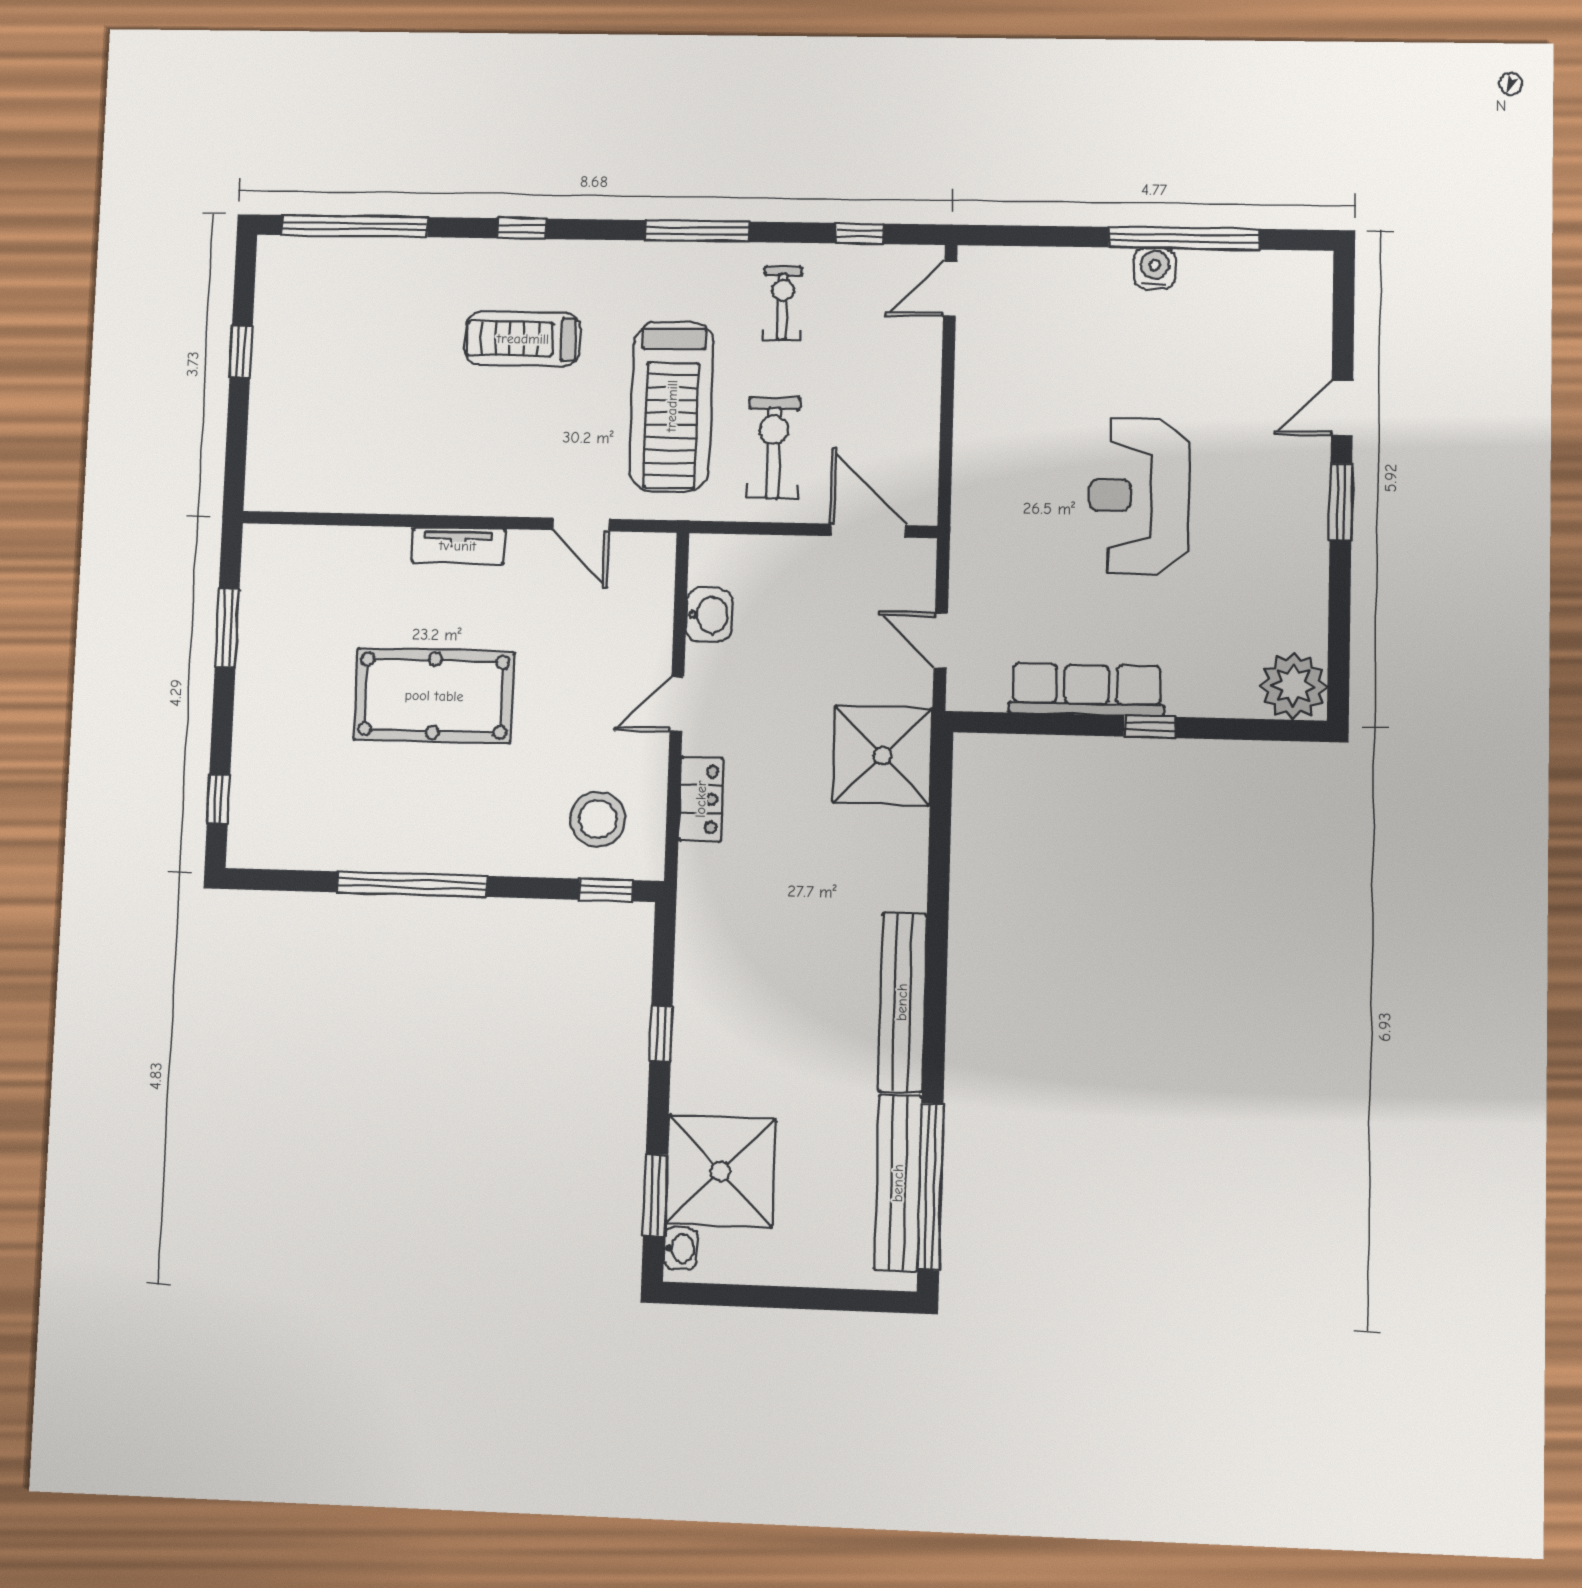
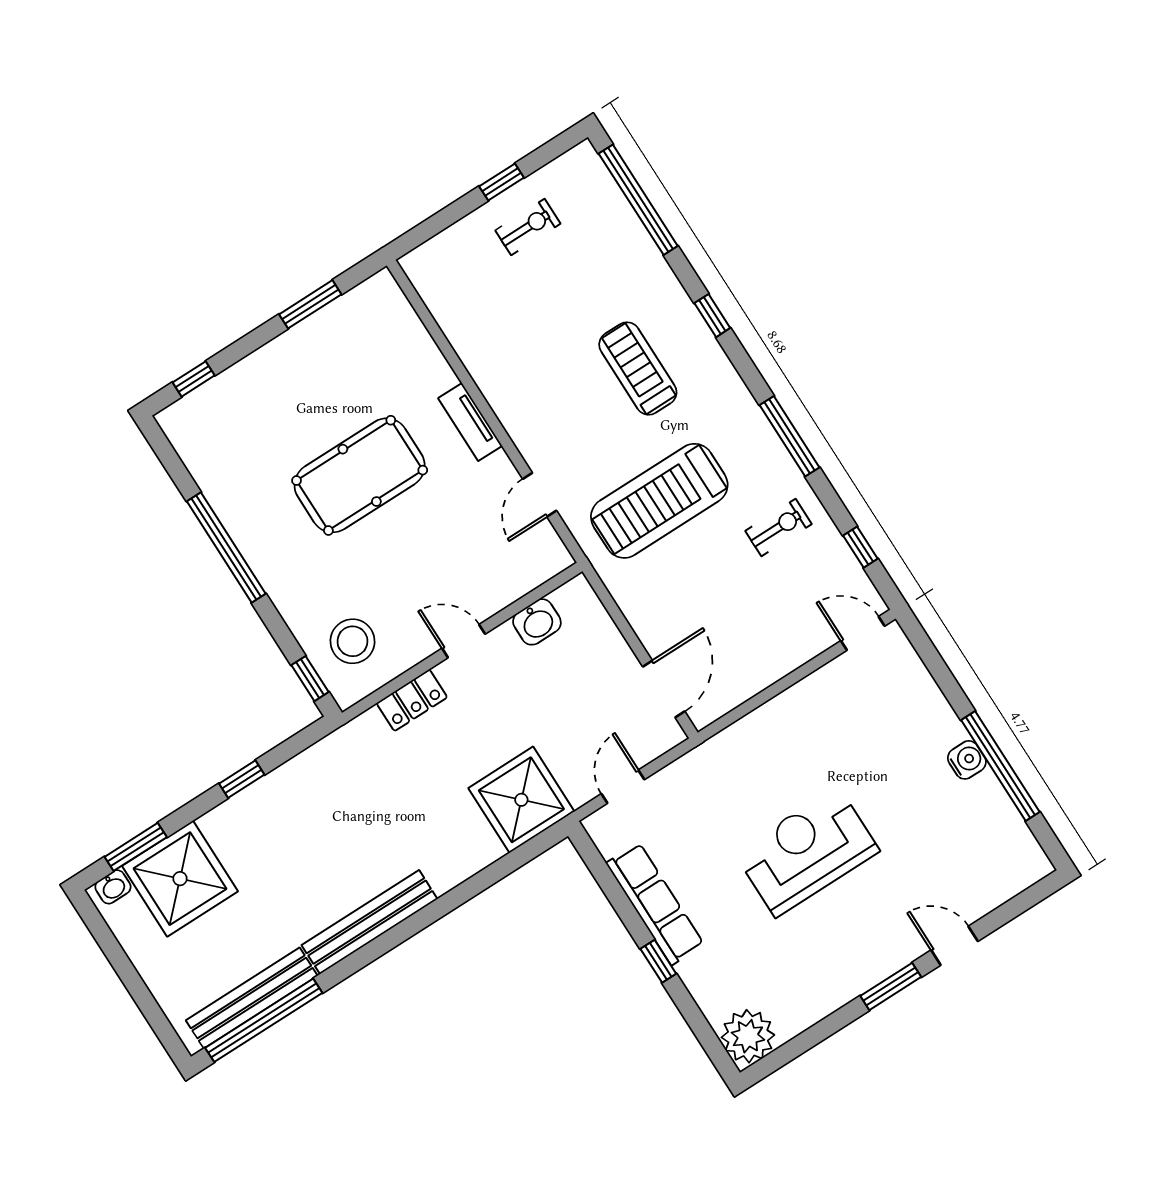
exercise bike: (773, 448) -> (528, 227), moved, width x0.73, depth x0.72
pool table: (434, 696) -> (360, 475), turned 90

